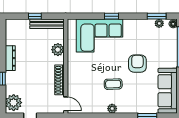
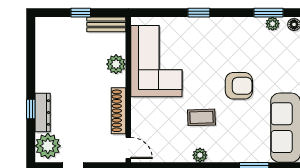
bench: (47, 24) -> (106, 24), width x0.73
corner sofa: (100, 36) -> (156, 61), moved, turned -90
dresser: (10, 58) -> (43, 113), moved
armchair: (137, 64) -> (239, 86), turned 90

